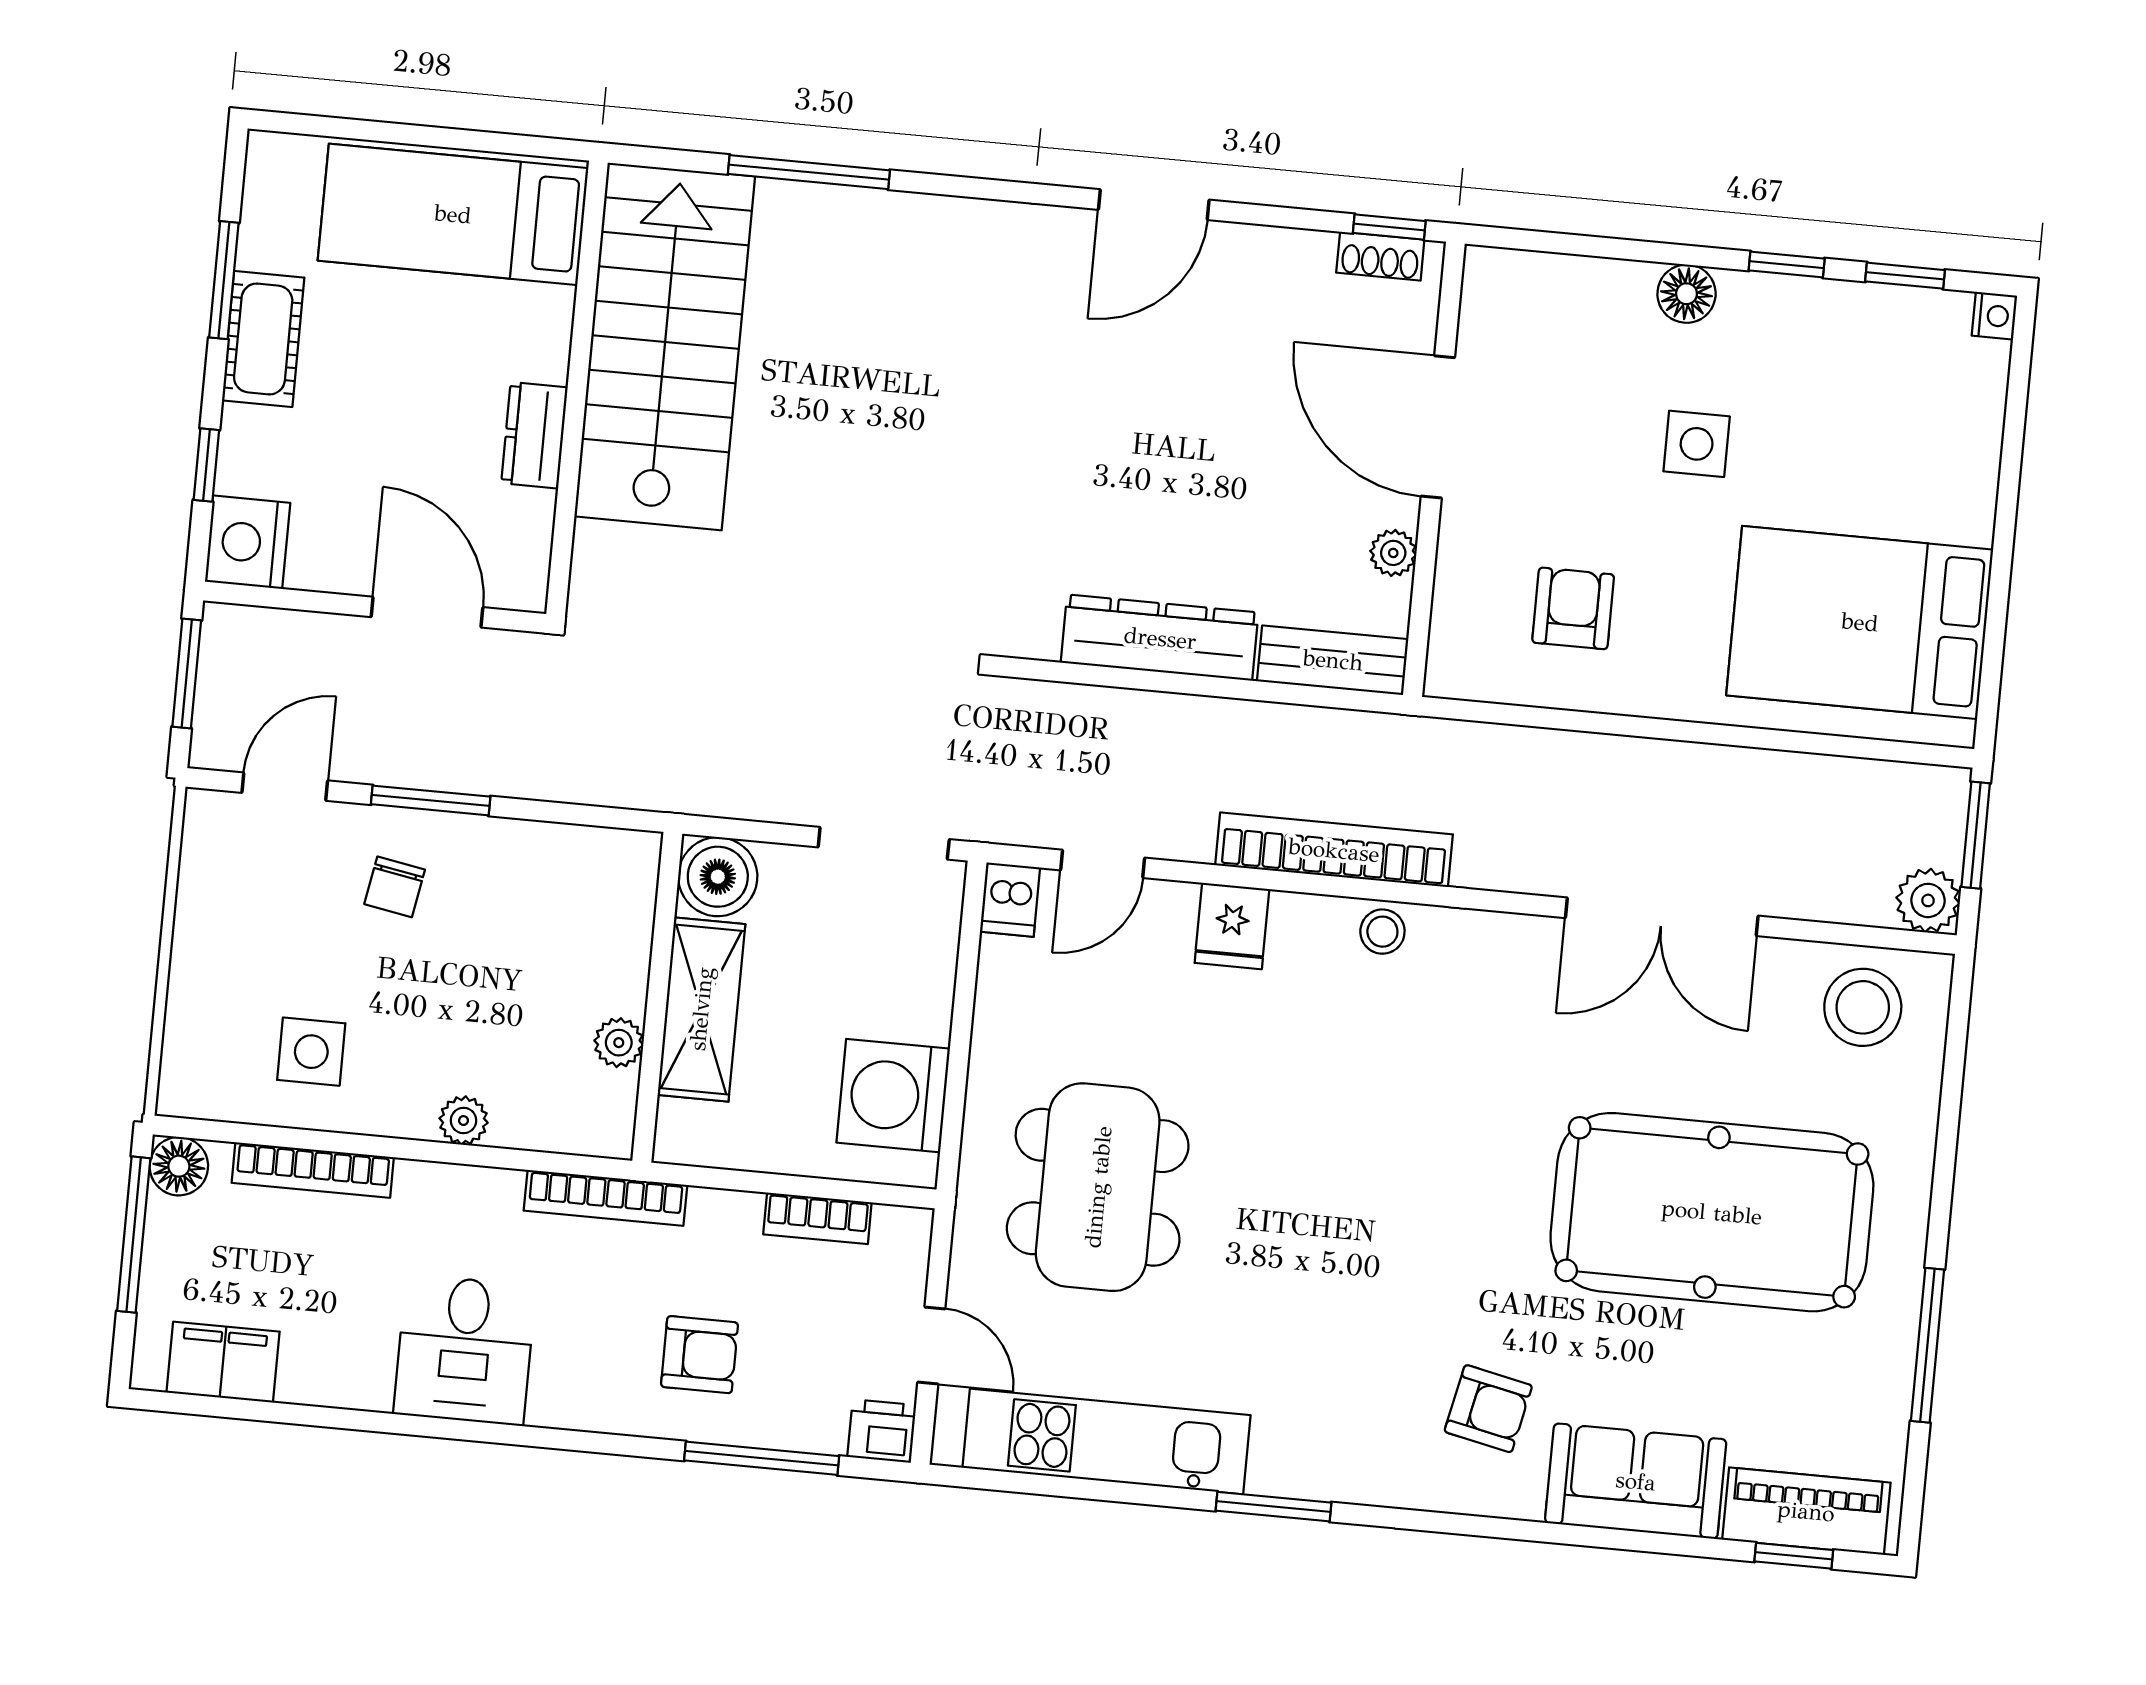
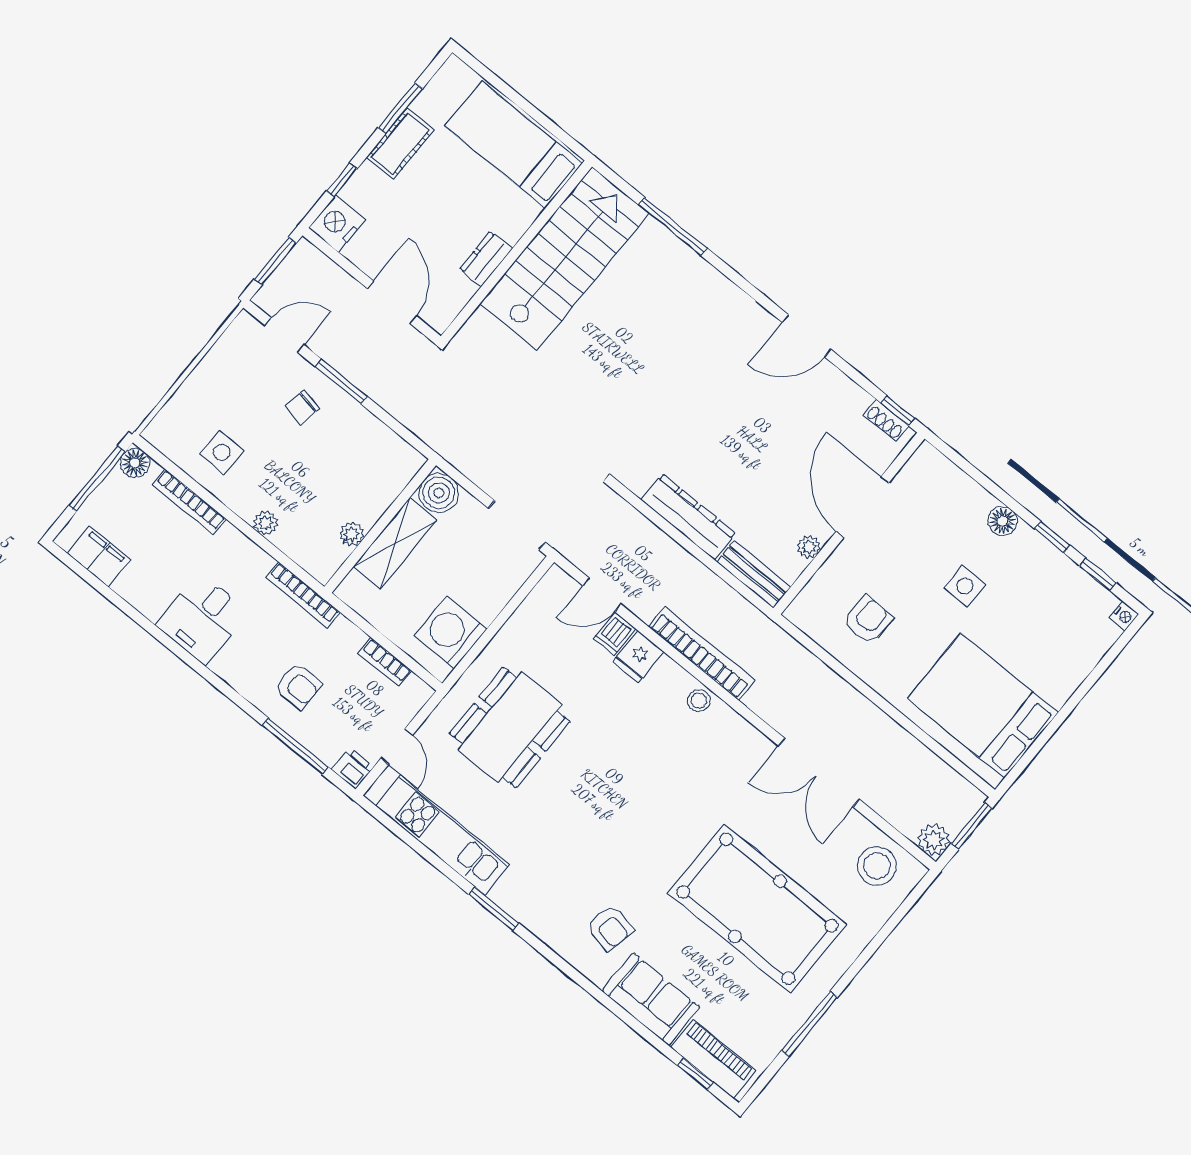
dishwasher: (1010, 900) -> (614, 634), moved

